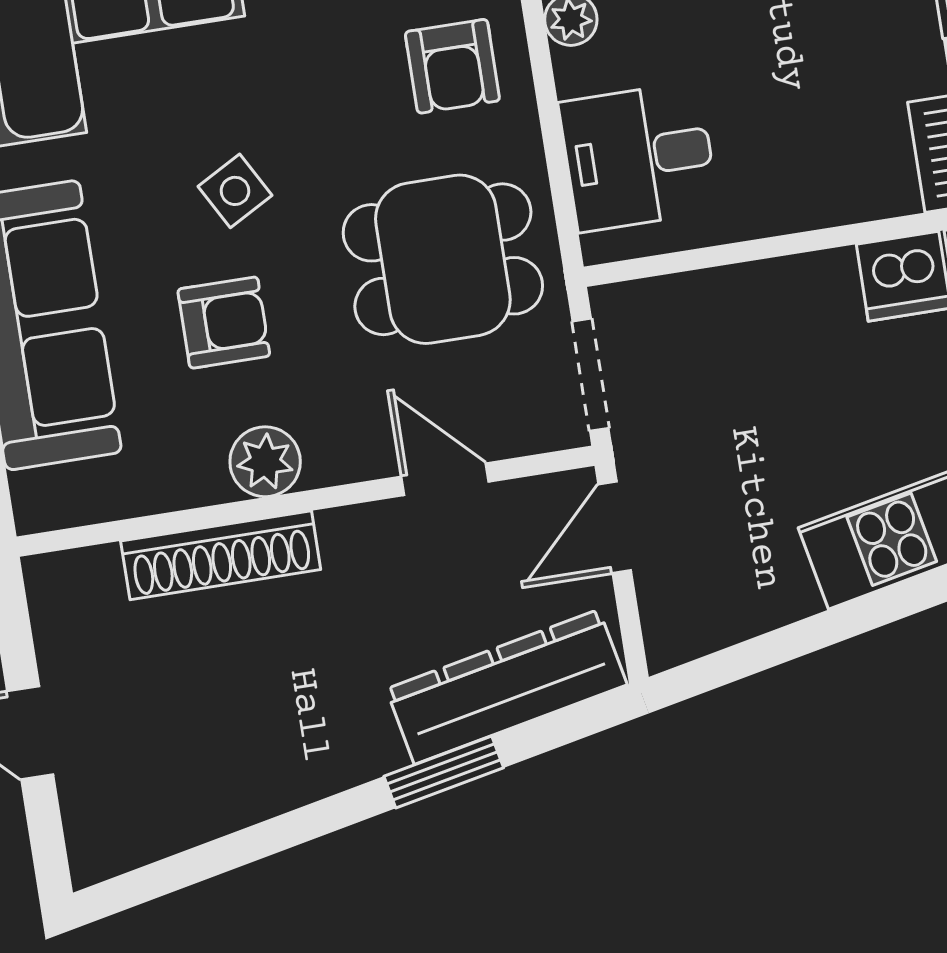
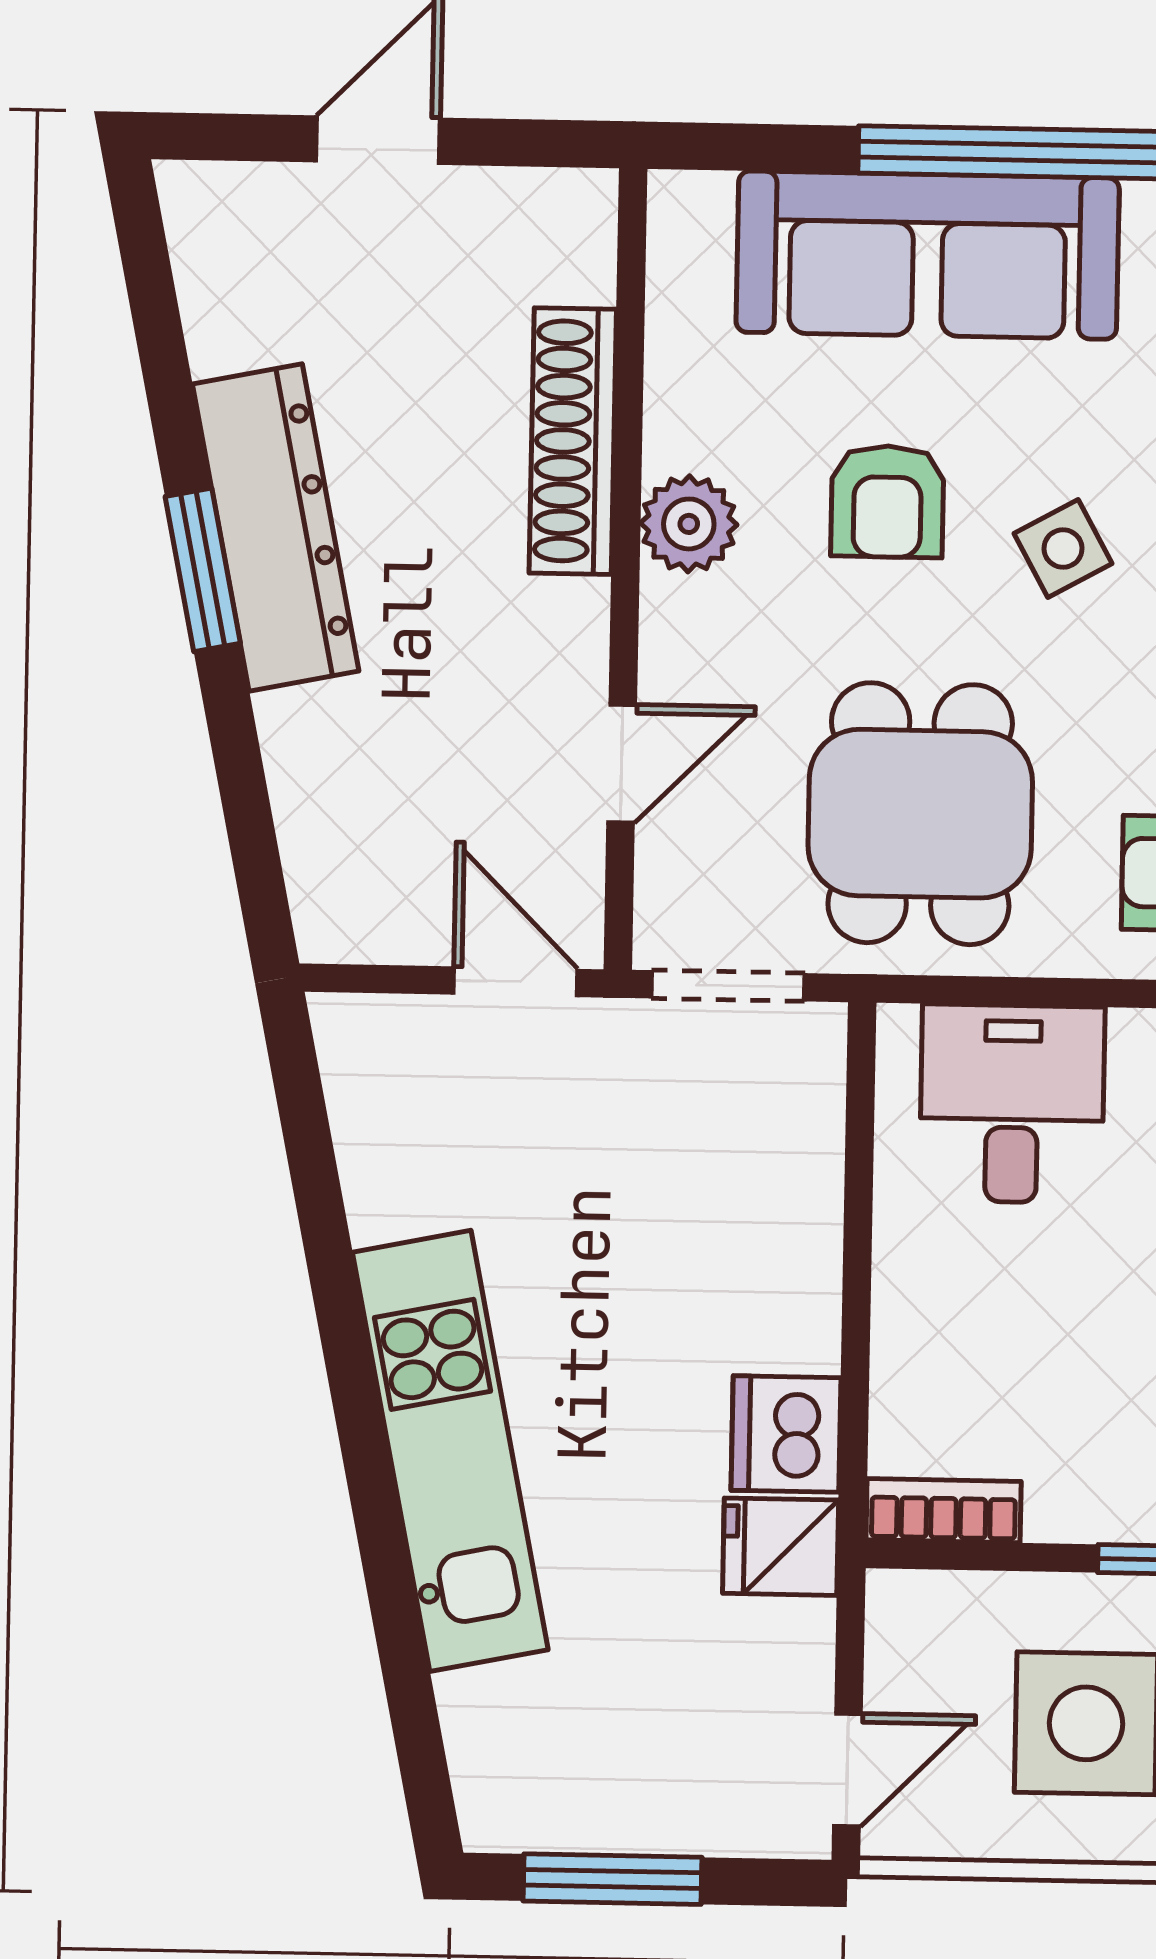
dresser: (507, 687) -> (276, 528), moved
window: (444, 772) -> (203, 570), moved

